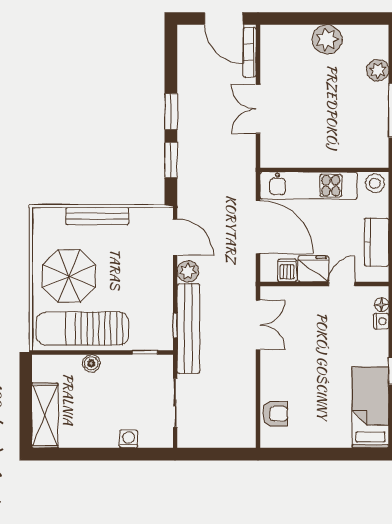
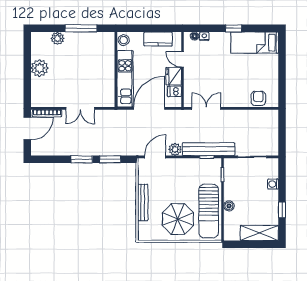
window: (84, 454) -> (282, 210), added

